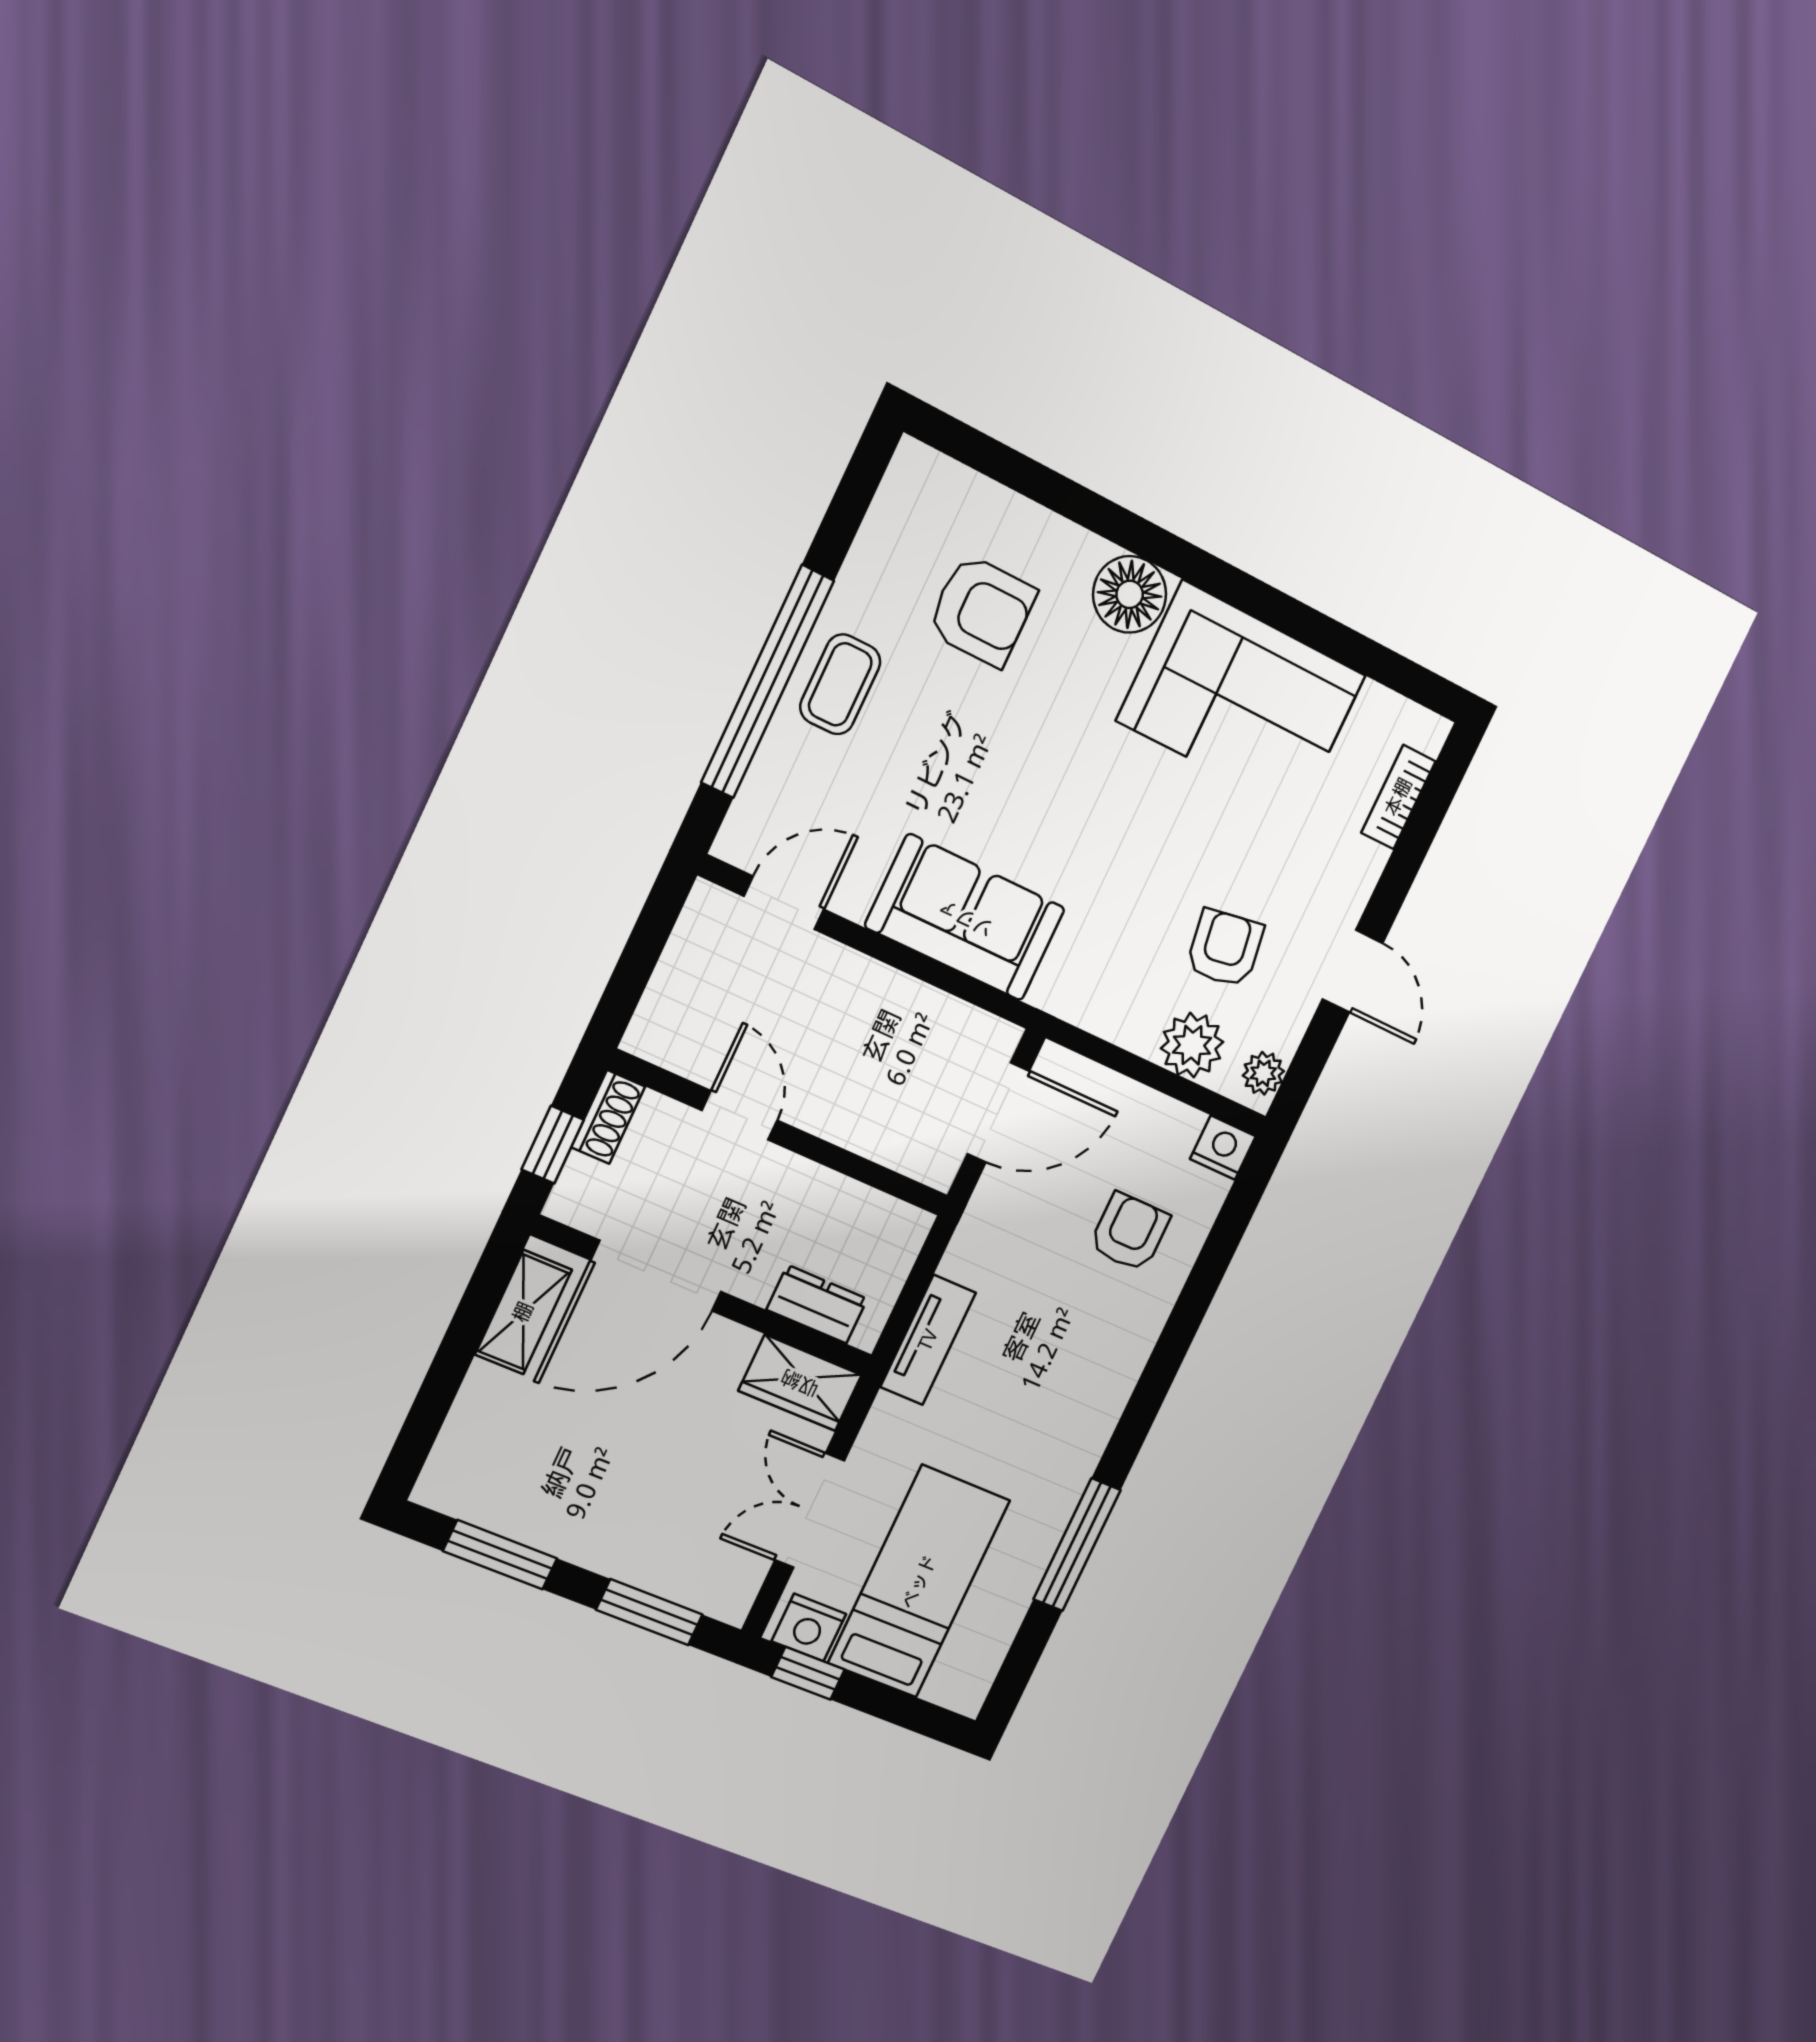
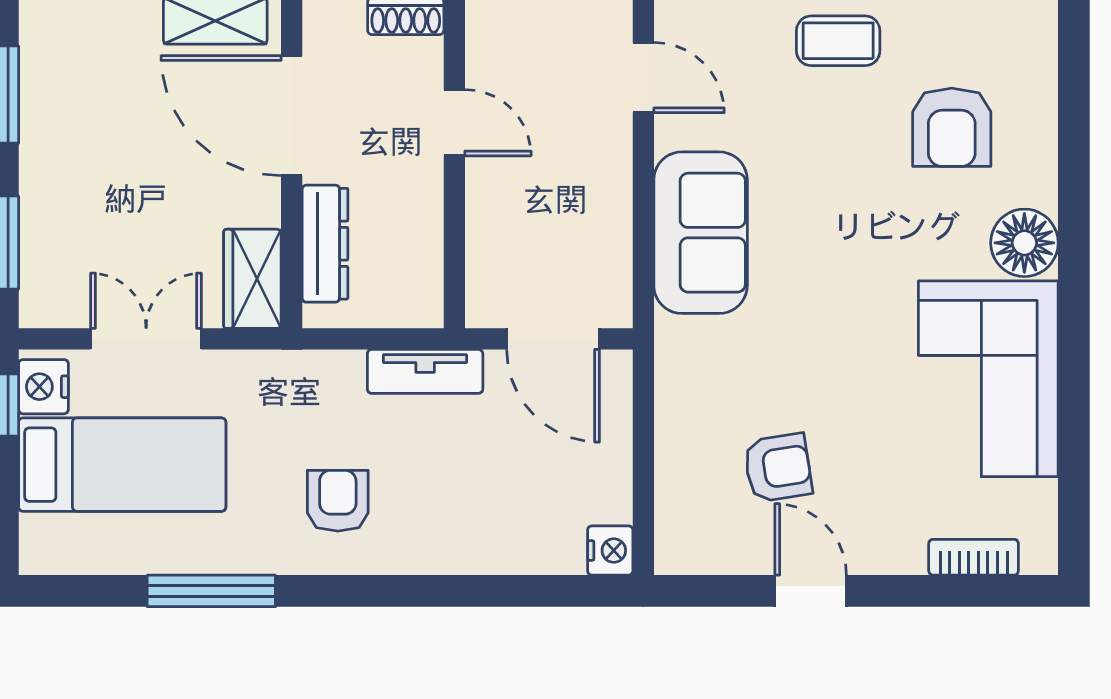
door: (1353, 971) -> (811, 591), swing flipped
plant: (1192, 1045) -> (684, 480), removed
plant: (1263, 1073) -> (689, 555), removed
door: (740, 1115) -> (454, 123), hinge flipped
armchair: (1130, 1232) -> (338, 501), moved, turned -90
dresser: (817, 1304) -> (325, 244), width x1.44
tv unit: (928, 1340) -> (425, 371), moved

